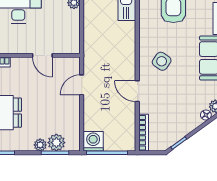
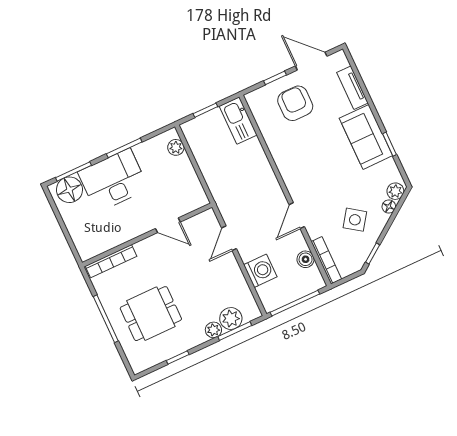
side table: (162, 61) -> (355, 220), moved
door: (137, 91) -> (297, 216), hinge flipped
boiler: (129, 125) -> (306, 259), added
washing machine: (93, 141) -> (260, 271), moved, turned 90

